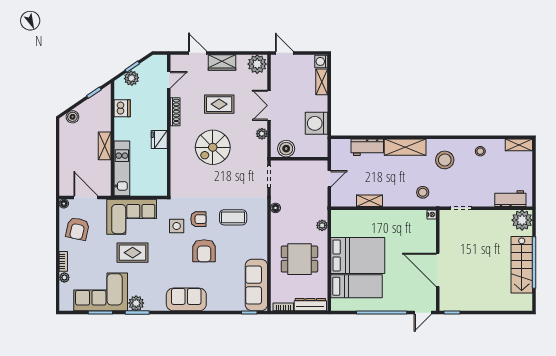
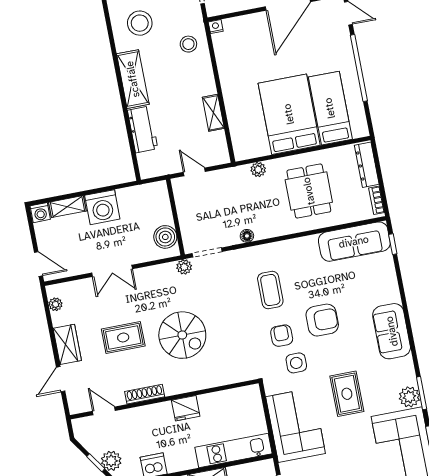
door: (284, 53) -> (38, 264), swing flipped
plant: (257, 64) -> (55, 304), width x0.53, depth x0.53
rug: (219, 104) -> (123, 337), turned 90
washing machine: (317, 123) -> (102, 207), moved
plant: (262, 134) -> (184, 267), moved
rug: (133, 253) -> (347, 394), moved

